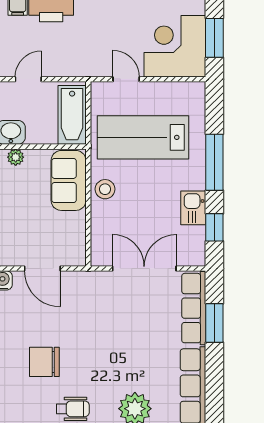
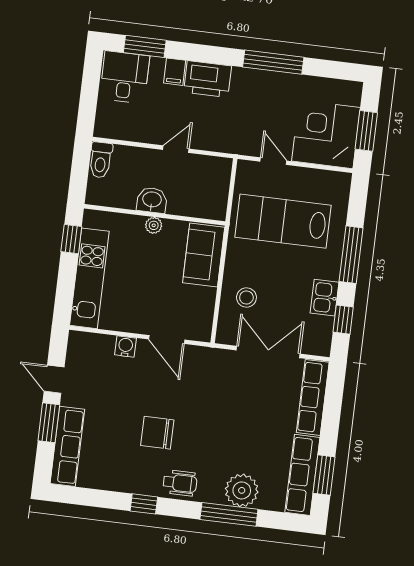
bathtub: (72, 115) -> (215, 190), removed
stool: (105, 189) -> (246, 297), moved
window: (214, 323) -> (324, 475), moved

